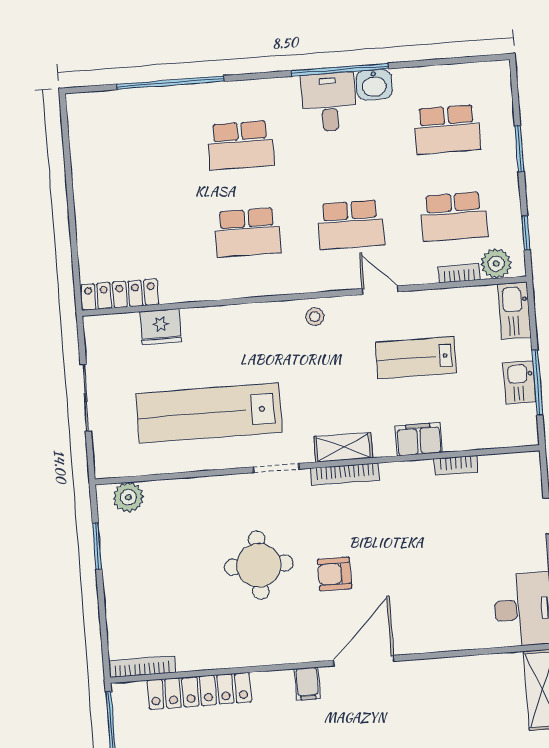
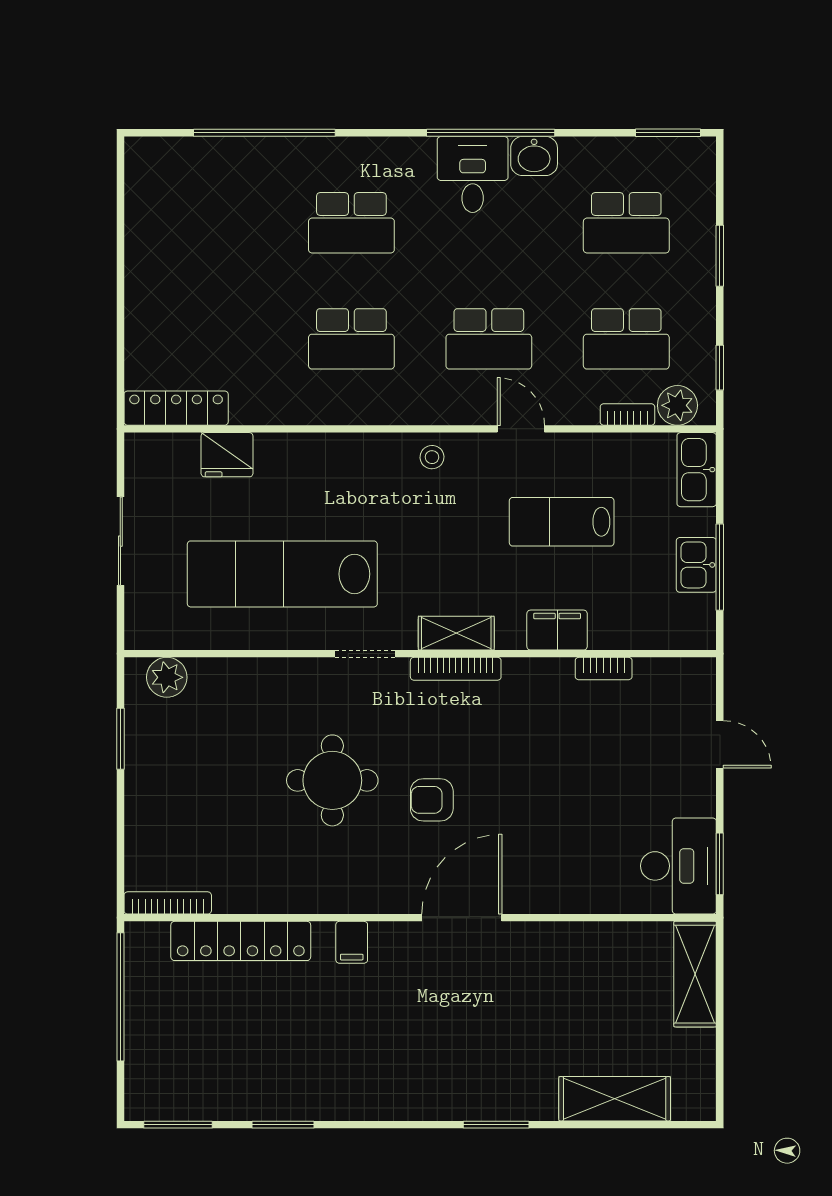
window: (473, 59) -> (668, 133), added
filing cabinet: (307, 684) -> (352, 942), moved

